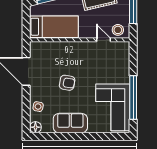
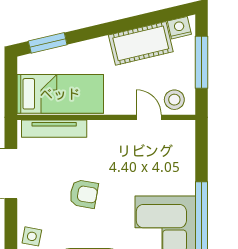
tv unit: (50, 46) -> (54, 129), added

